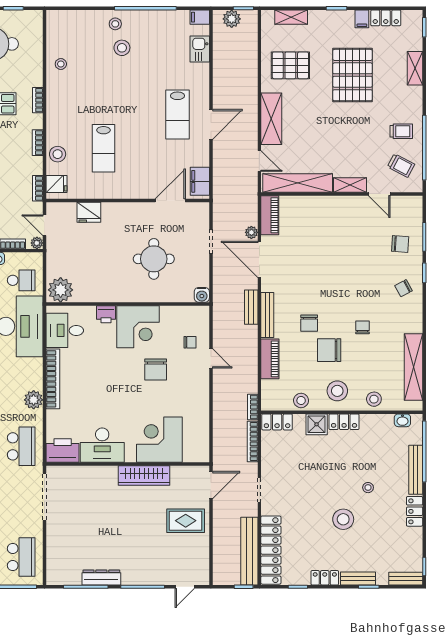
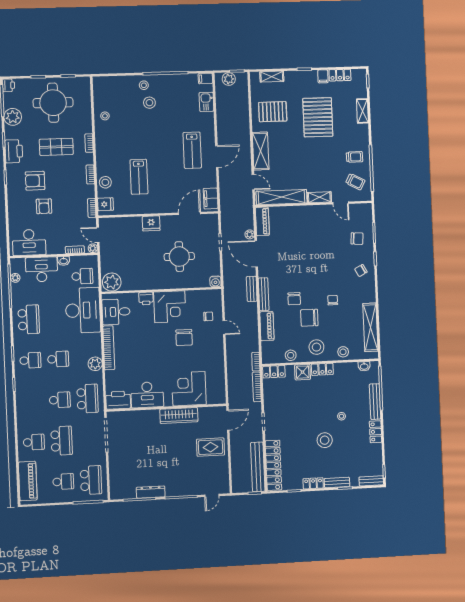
fridge: (89, 212) -> (151, 223), moved

